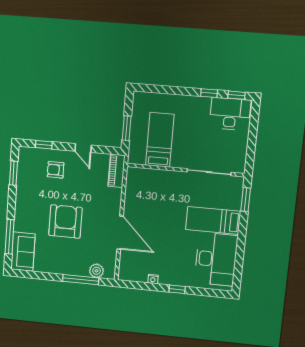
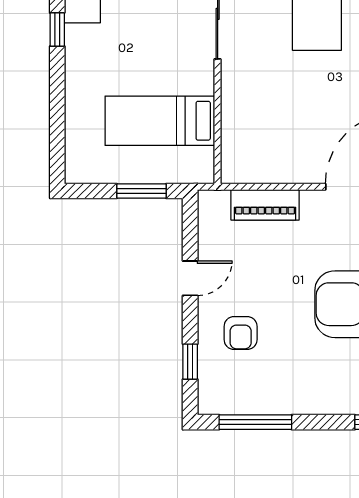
piano: (116, 171) -> (265, 205), moved
window: (13, 173) -> (255, 422), width x1.44

